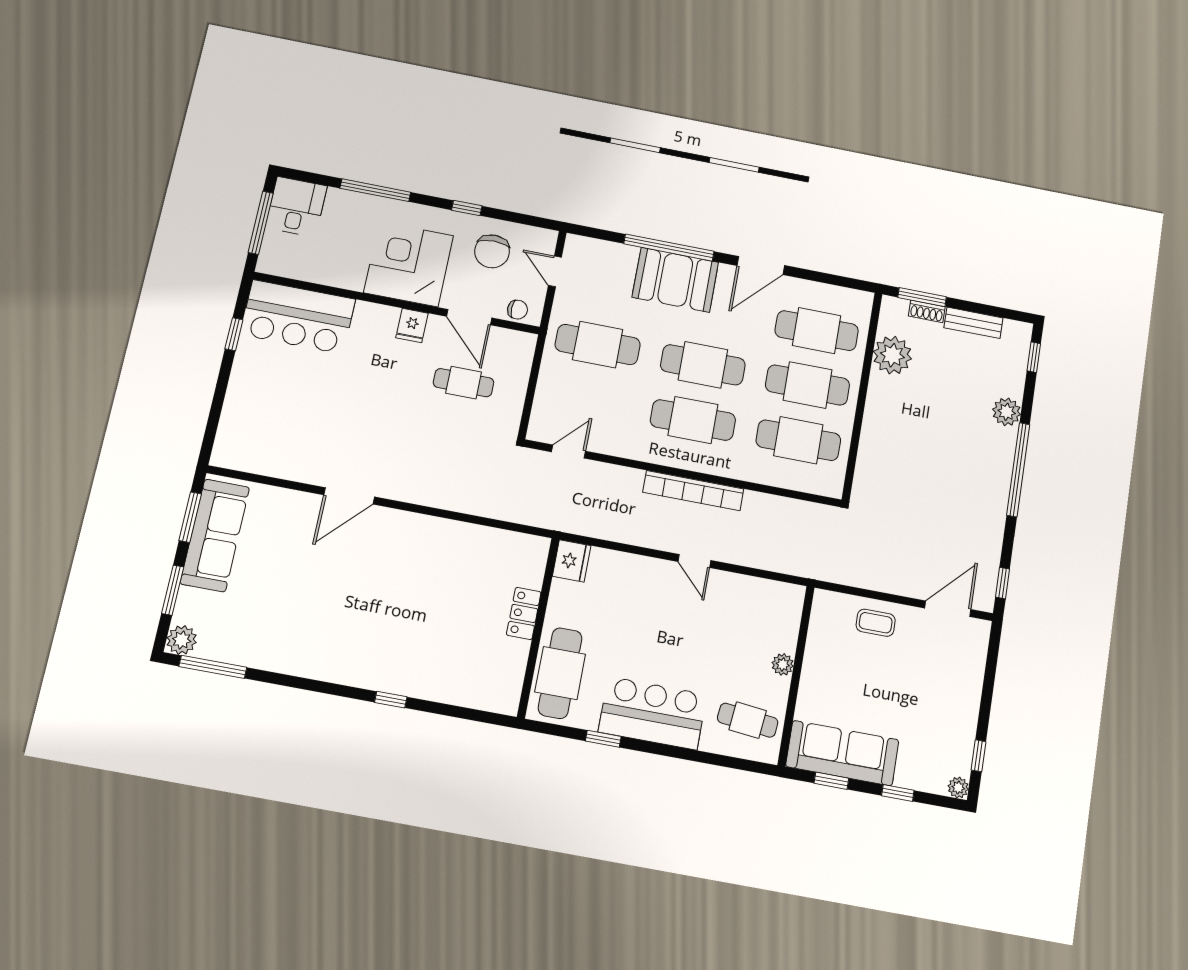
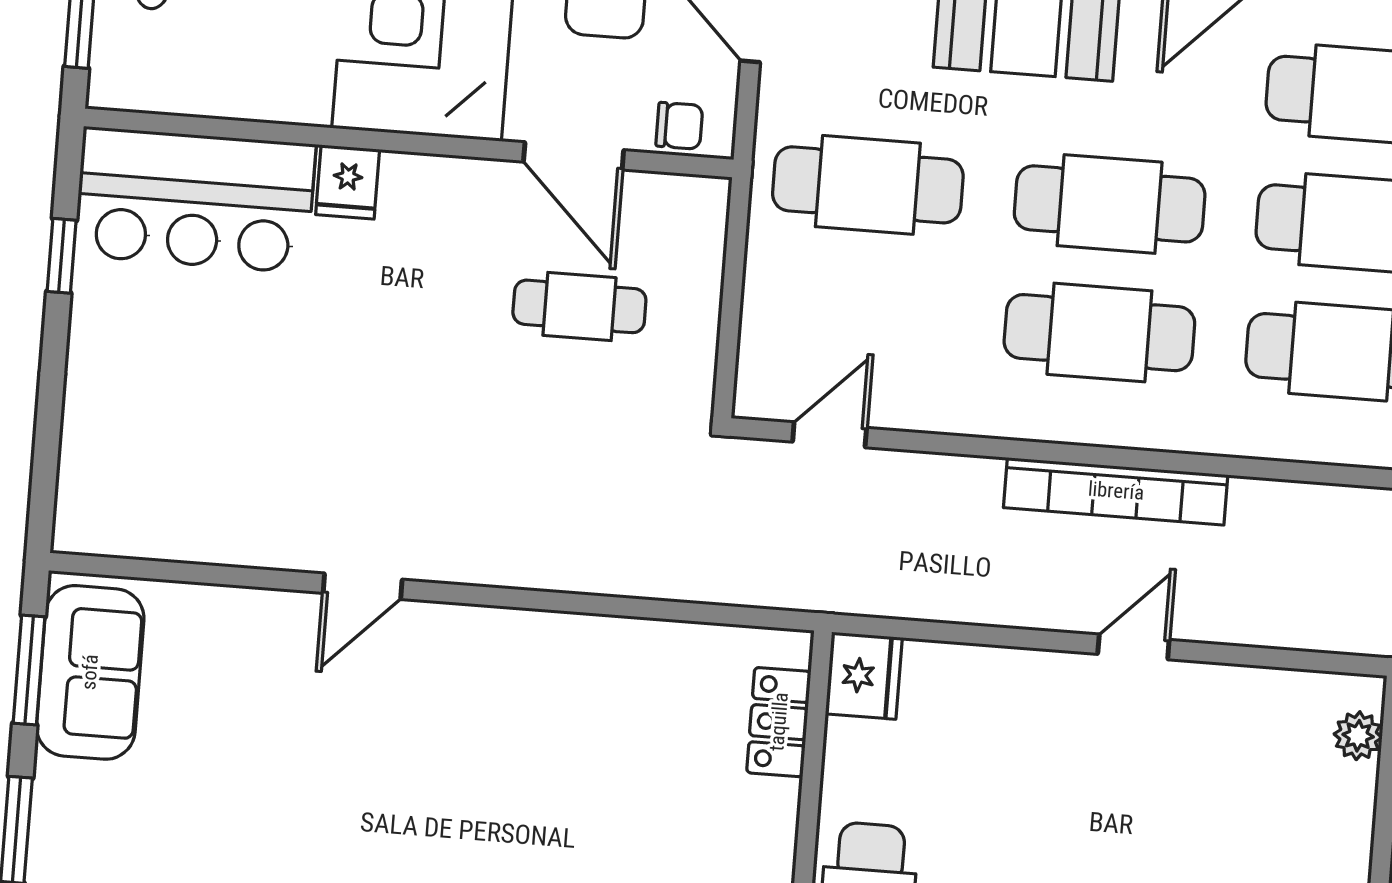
fridge: (412, 325) -> (348, 182), moved
door: (349, 496) -> (363, 586), width x0.73
sofa: (215, 535) -> (90, 672), width x0.73
door: (694, 561) -> (1133, 647), swing flipped
locker: (524, 613) -> (779, 722), moved
plant: (783, 664) -> (1358, 736), moved

